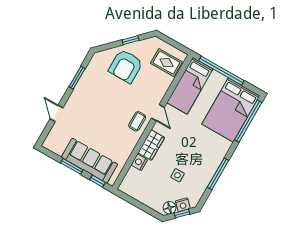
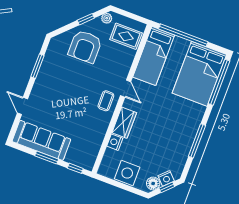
plant: (151, 43) -> (107, 18), added
sofa: (89, 161) -> (41, 140), moved
side table: (177, 175) -> (127, 173), moved, width x1.87, depth x1.87

